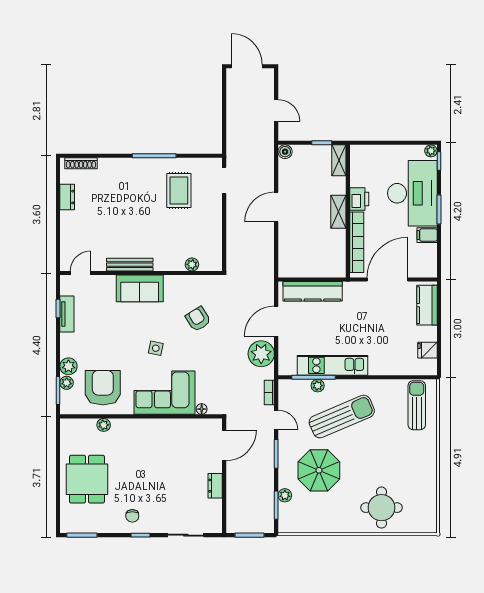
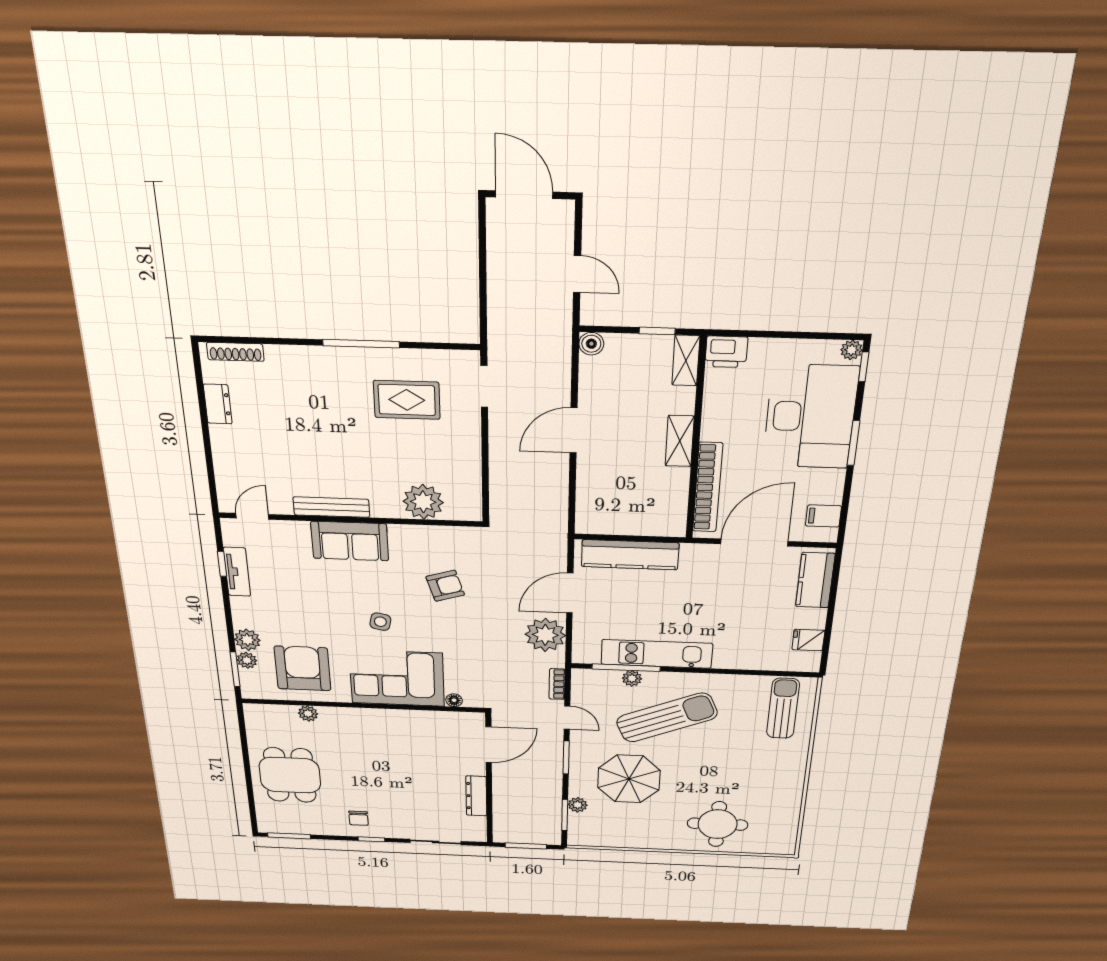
rug: (179, 191) -> (407, 400), turned 90
printer: (359, 199) -> (726, 352), moved, turned 90
filing cabinet: (427, 235) -> (823, 516), moved
plant: (192, 264) -> (423, 502), width x1.87, depth x1.87
armchair: (198, 319) -> (445, 586), turned 105
dresser: (215, 486) -> (476, 796), width x1.44

